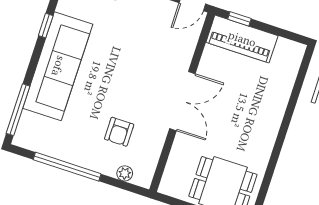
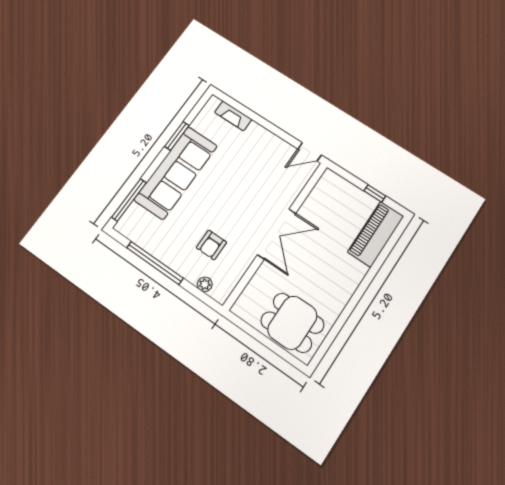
window: (239, 19) -> (375, 193), moved
window: (46, 26) -> (177, 136), width x1.50
piano: (242, 39) -> (376, 234), moved, turned 90

